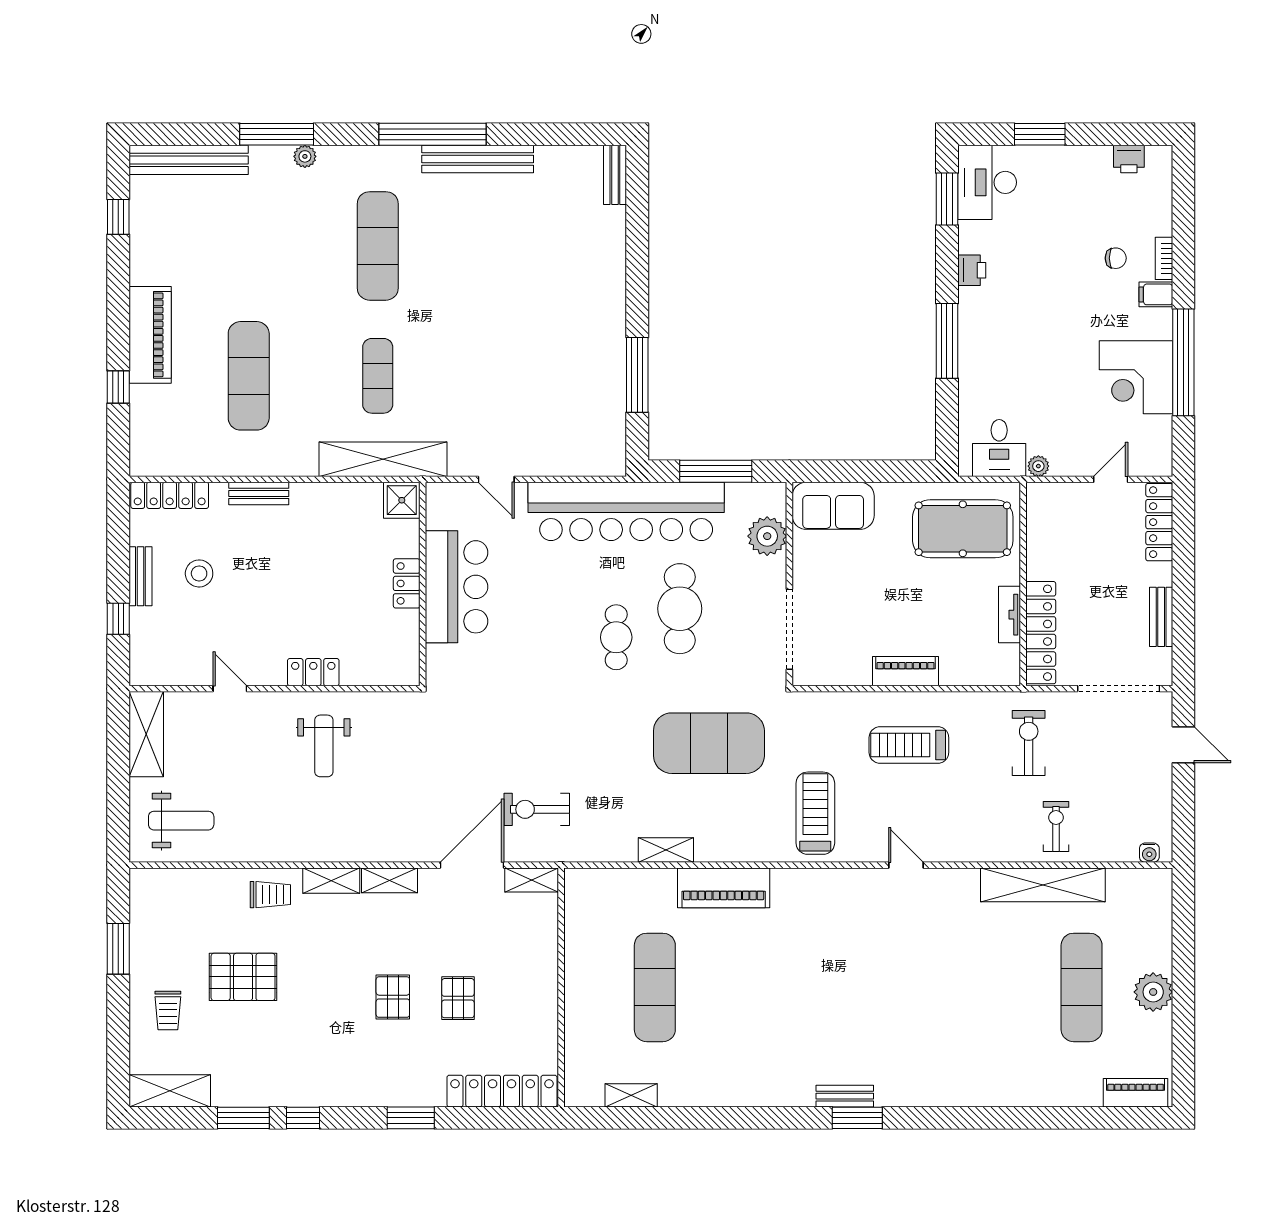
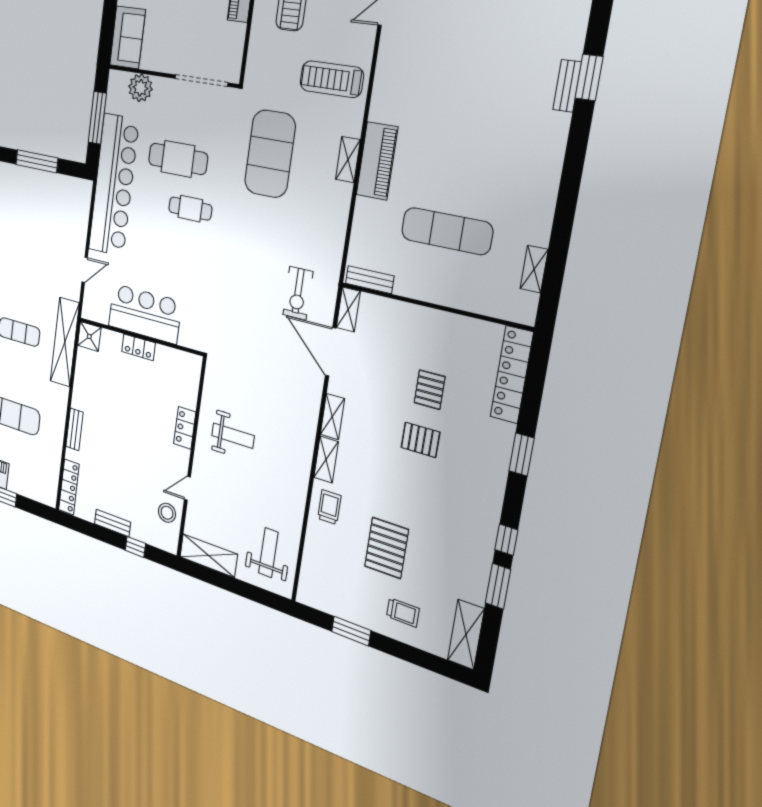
stool: (199, 573) -> (167, 513), moved
shelving: (666, 850) -> (348, 160), moved
bench: (575, 902) -> (370, 280), added
pallet: (458, 998) -> (430, 390), turned 90

